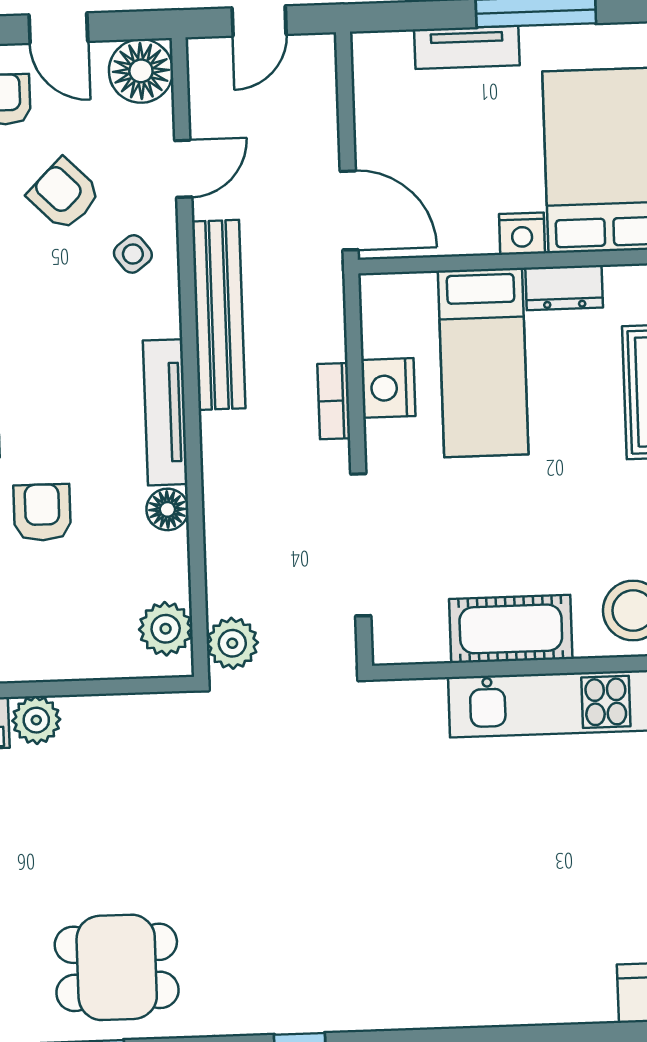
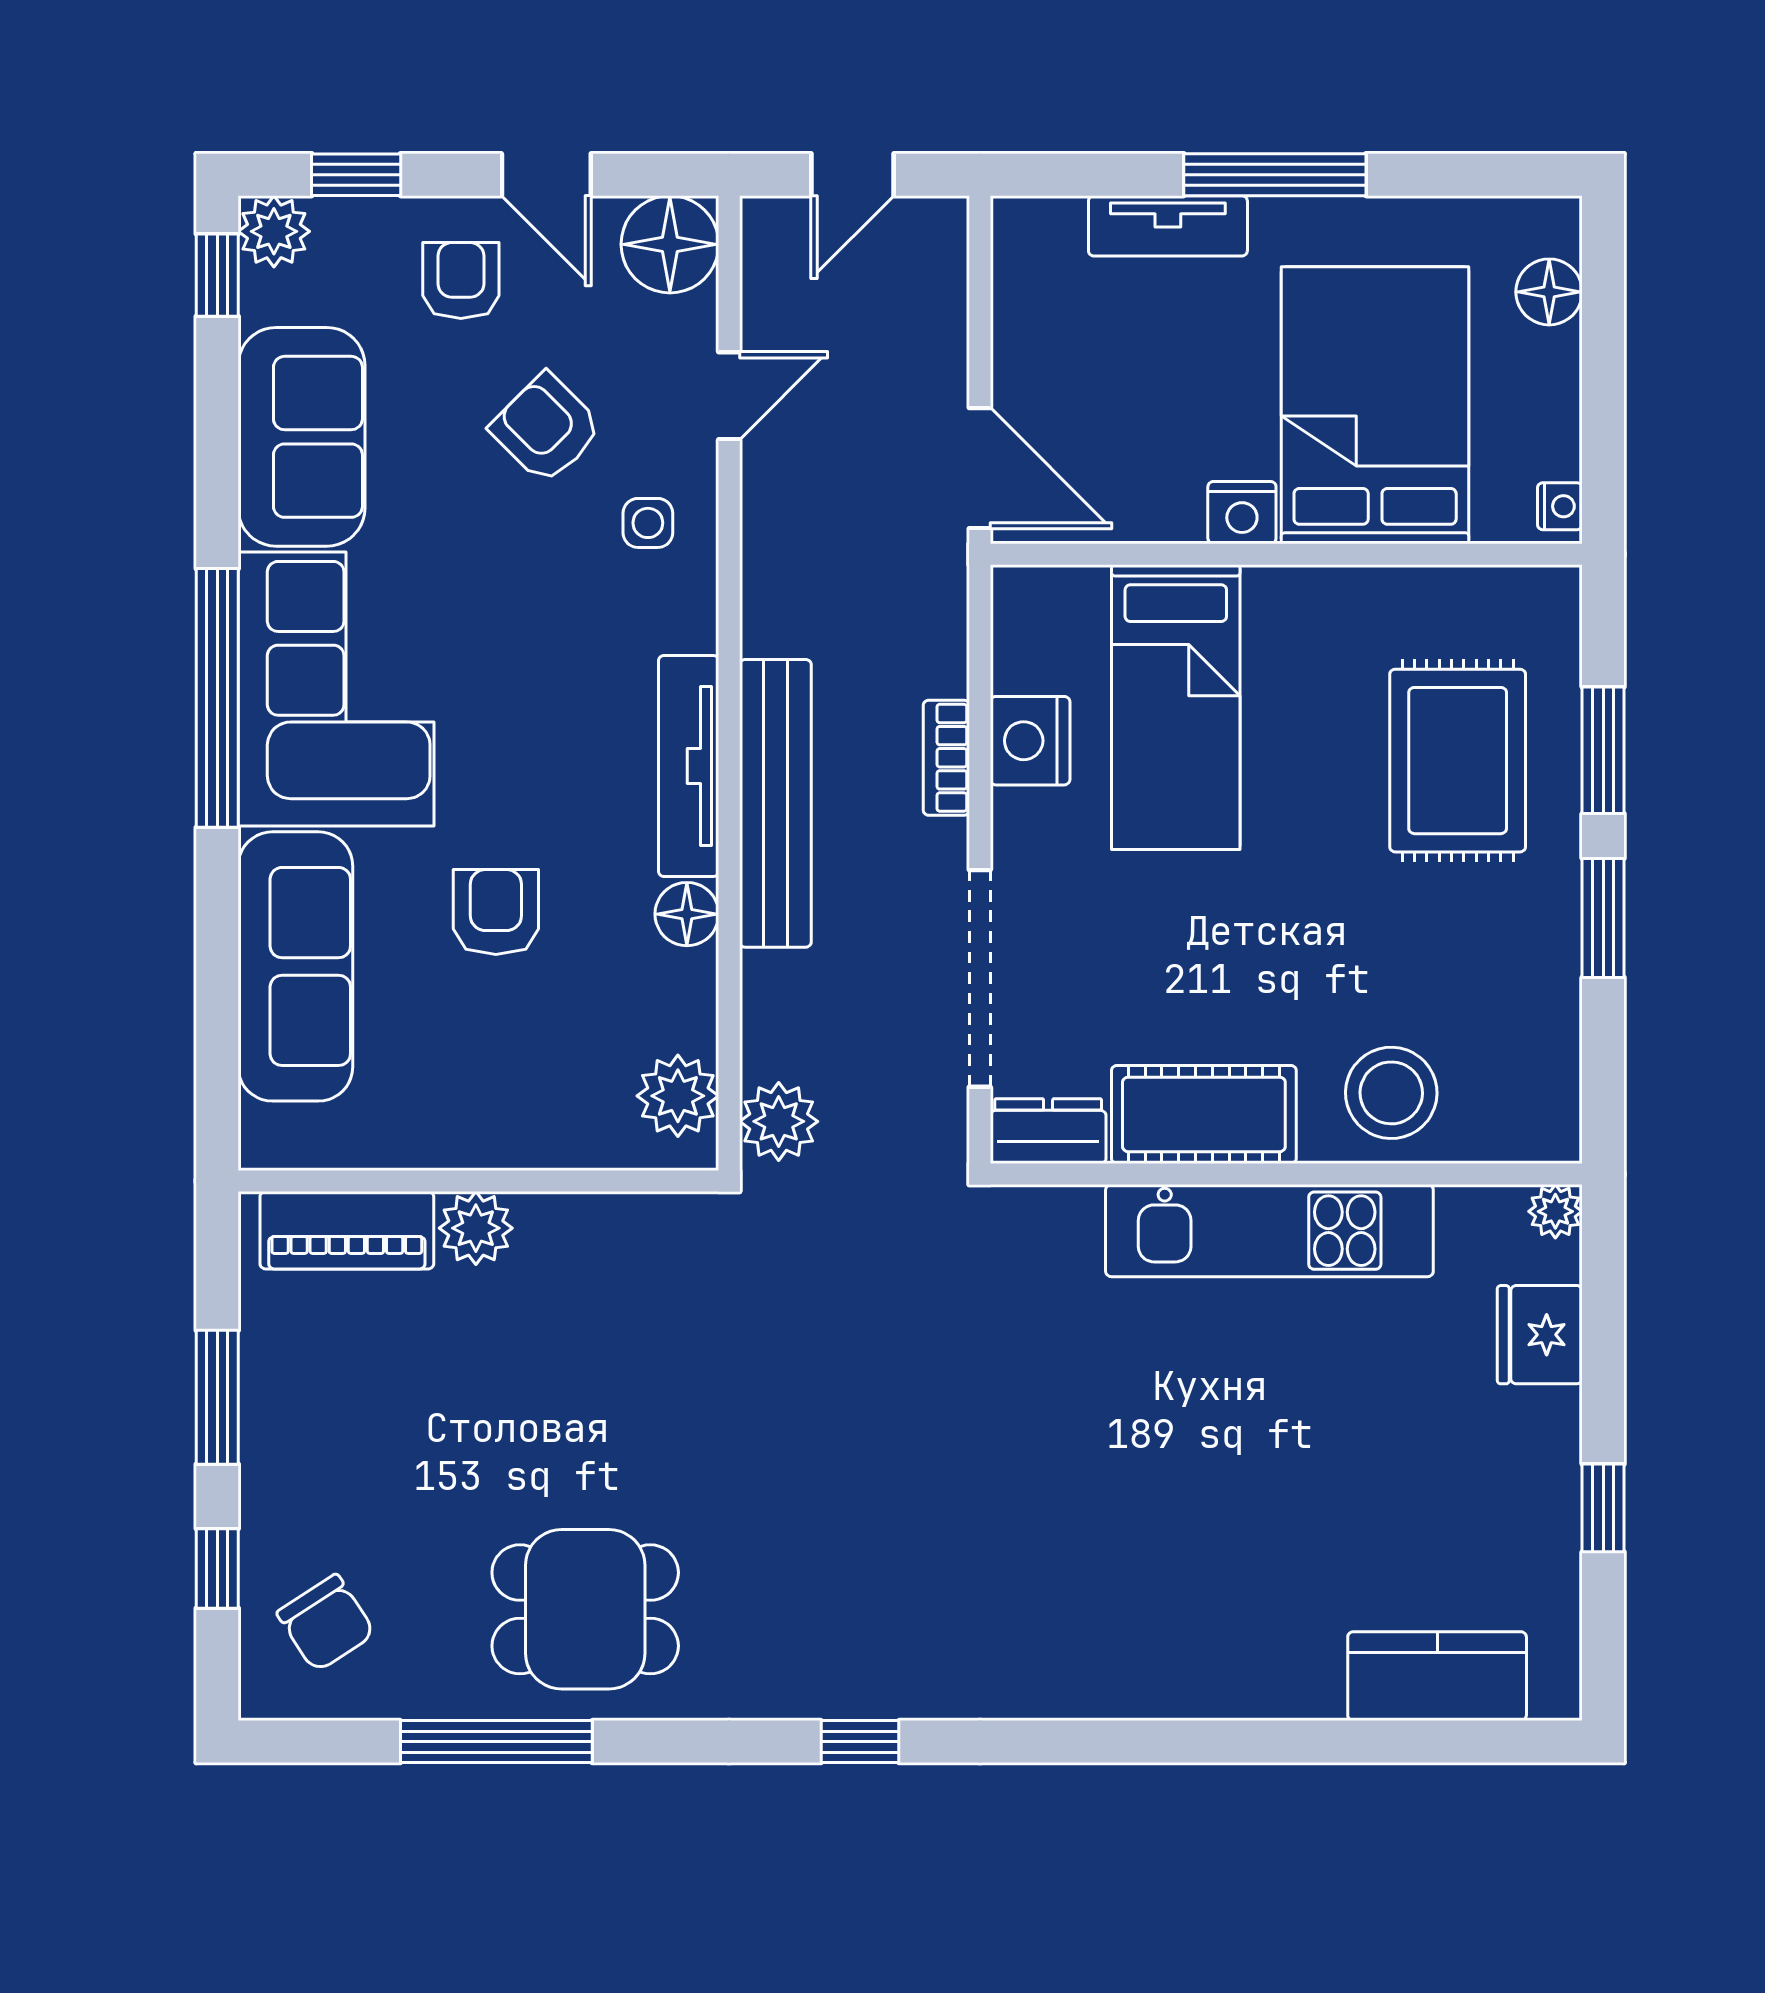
side table: (133, 254) -> (648, 523), turned 37
dresser: (564, 288) -> (1048, 1131), moved, turned 180
bench: (219, 315) -> (775, 803), moved

